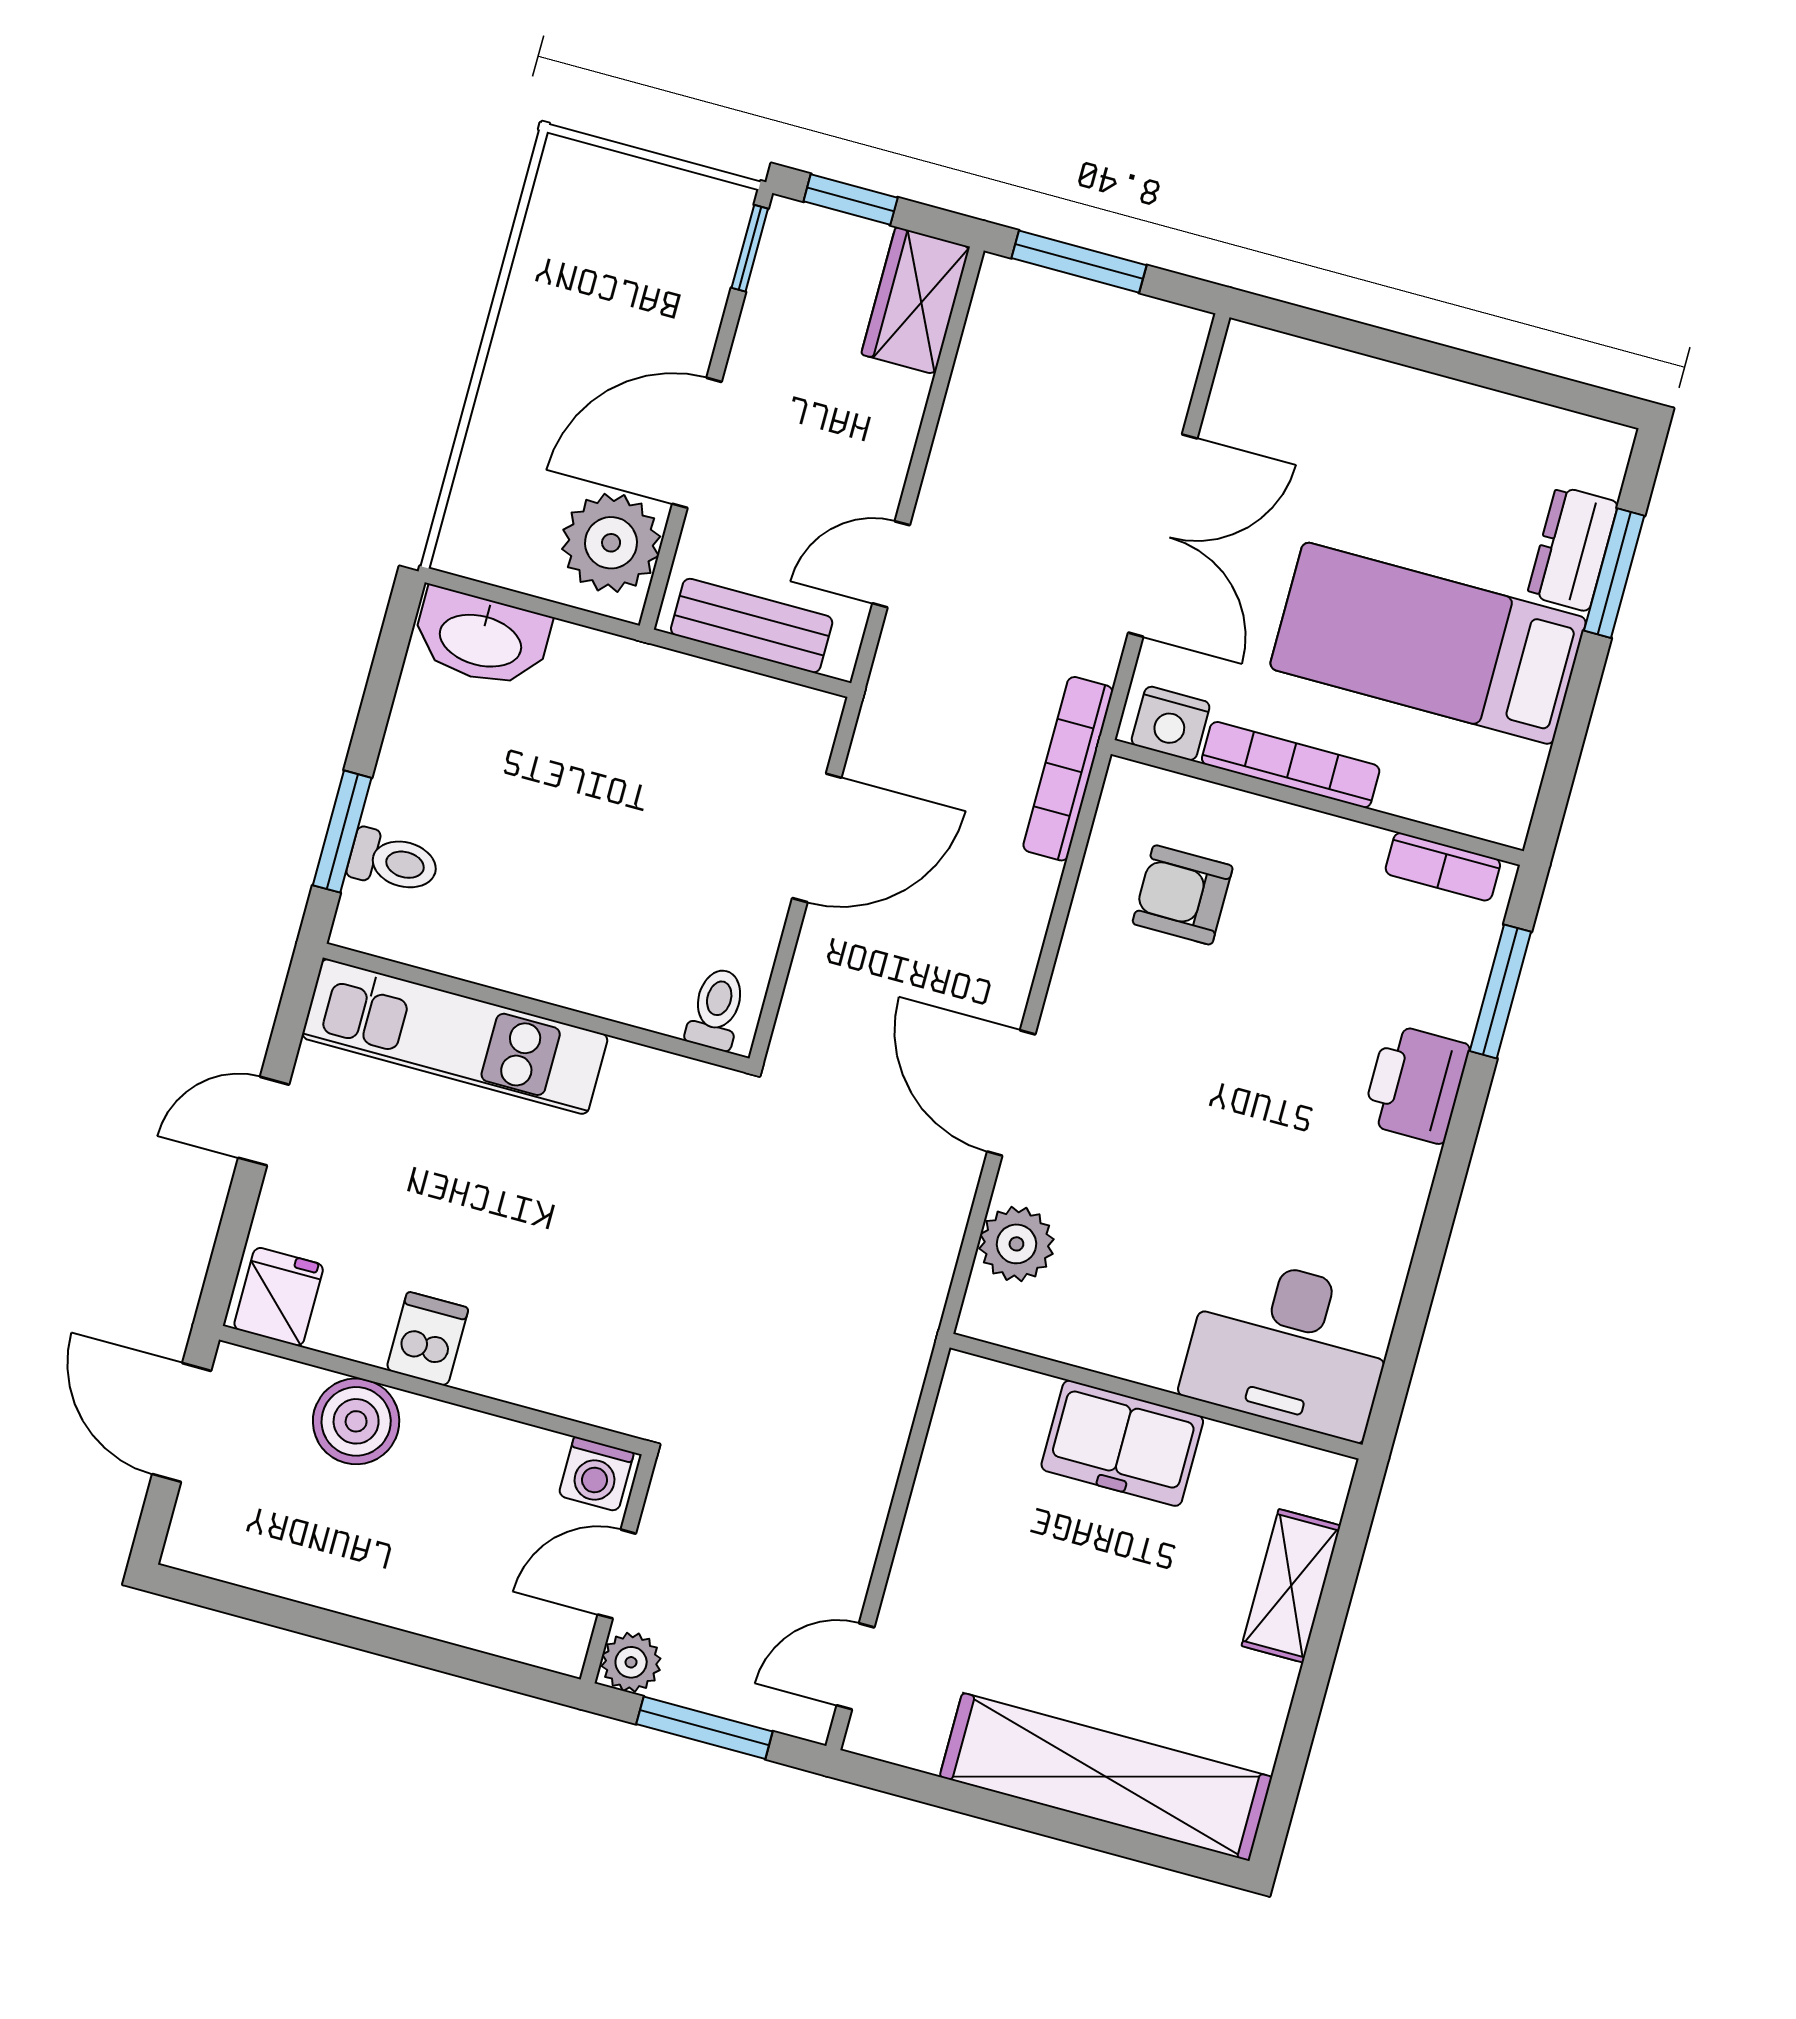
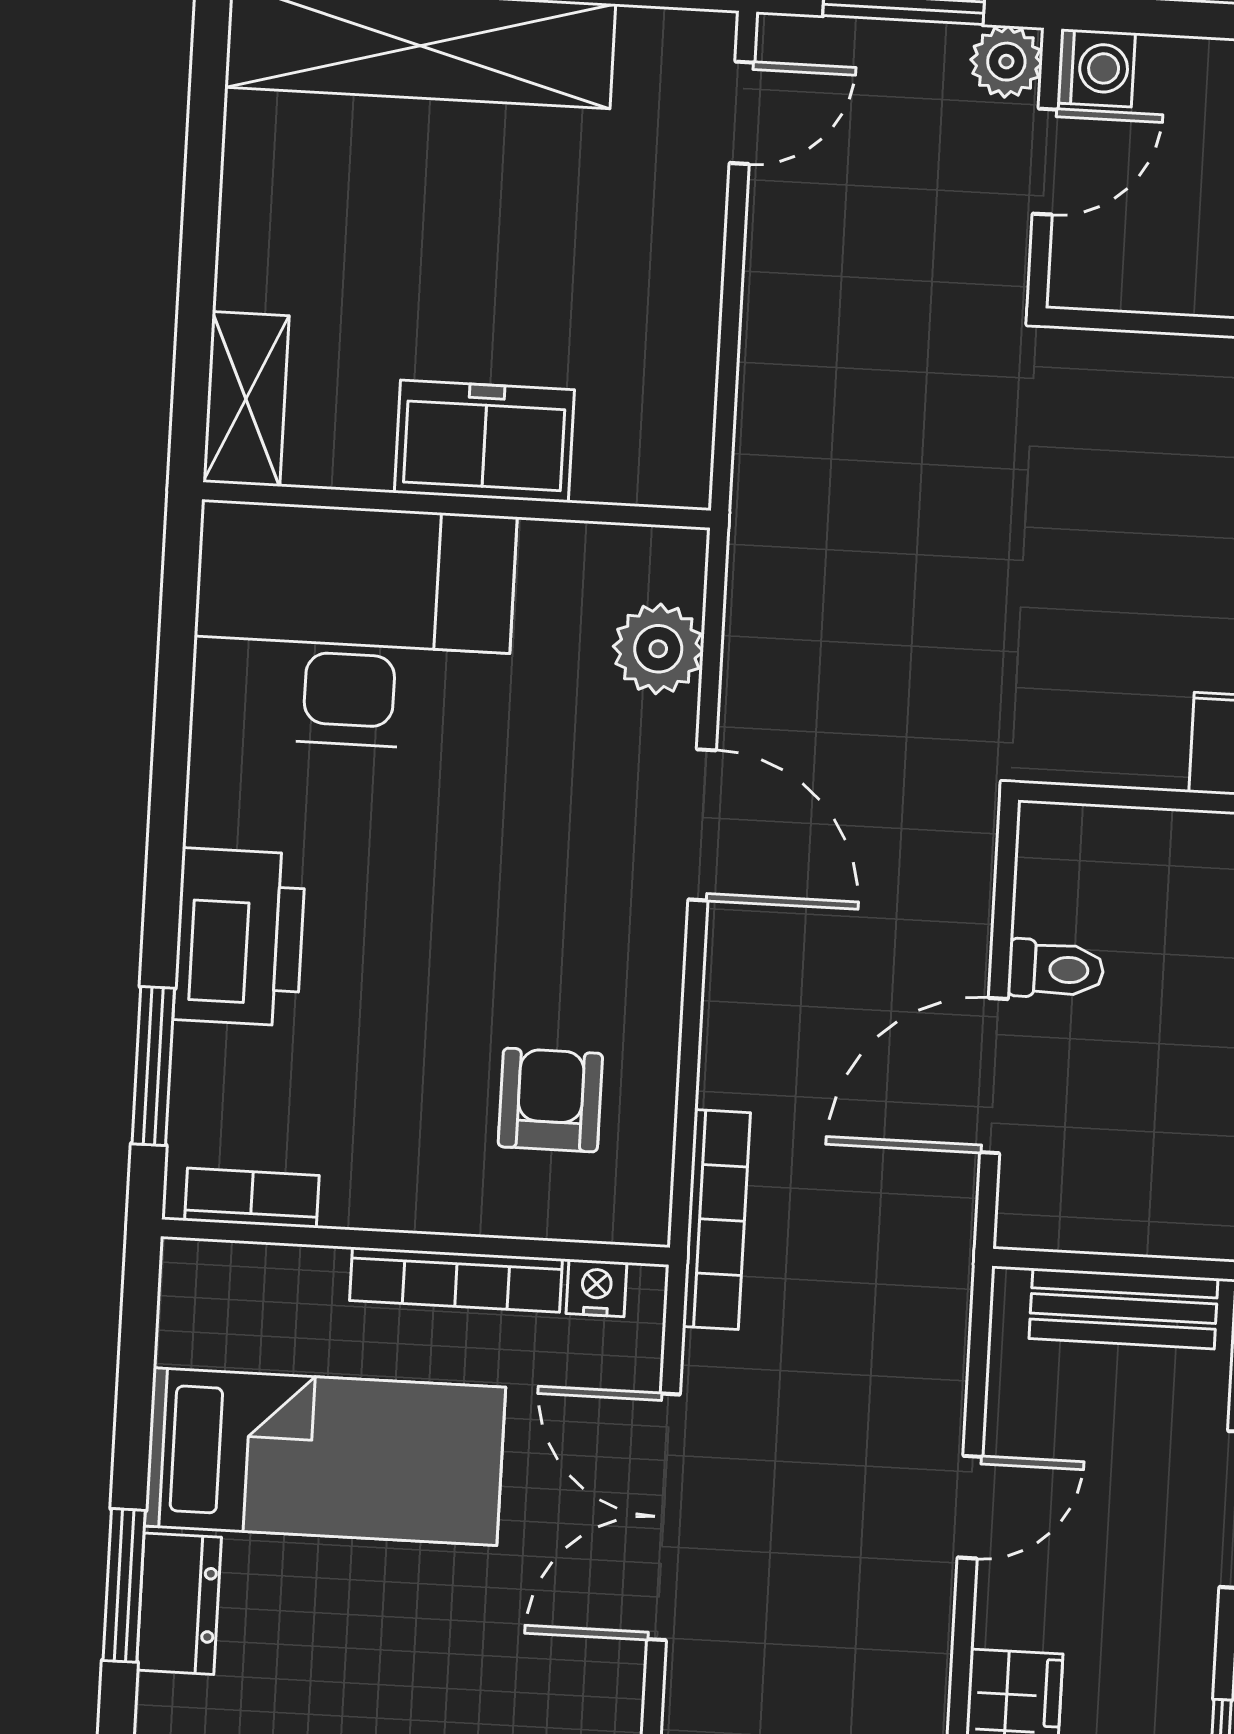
door: (891, 564) -> (970, 1507), moved
nightstand: (1171, 723) -> (597, 1288), width x0.72, depth x0.74
armchair: (1183, 895) -> (550, 1100), turned -90
toilet: (716, 1009) -> (1056, 969), moved, turned -90
printer: (1416, 1084) -> (239, 937), width x1.37, depth x1.19
desk: (1289, 1347) -> (353, 626), width x1.36, depth x1.30
washing machine: (596, 1474) -> (1096, 68), moved, turned 90
shelving: (1291, 1586) -> (246, 399), moved

